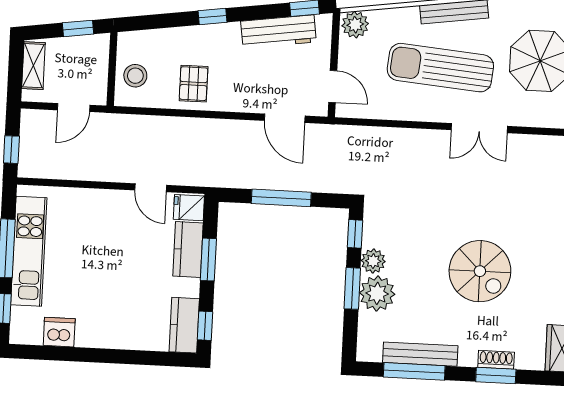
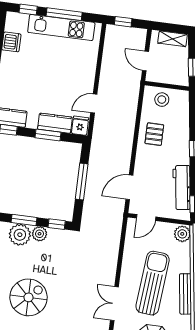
pallet: (194, 84) -> (154, 134), turned 90
spiral stairs: (480, 271) -> (29, 297), turned 180

